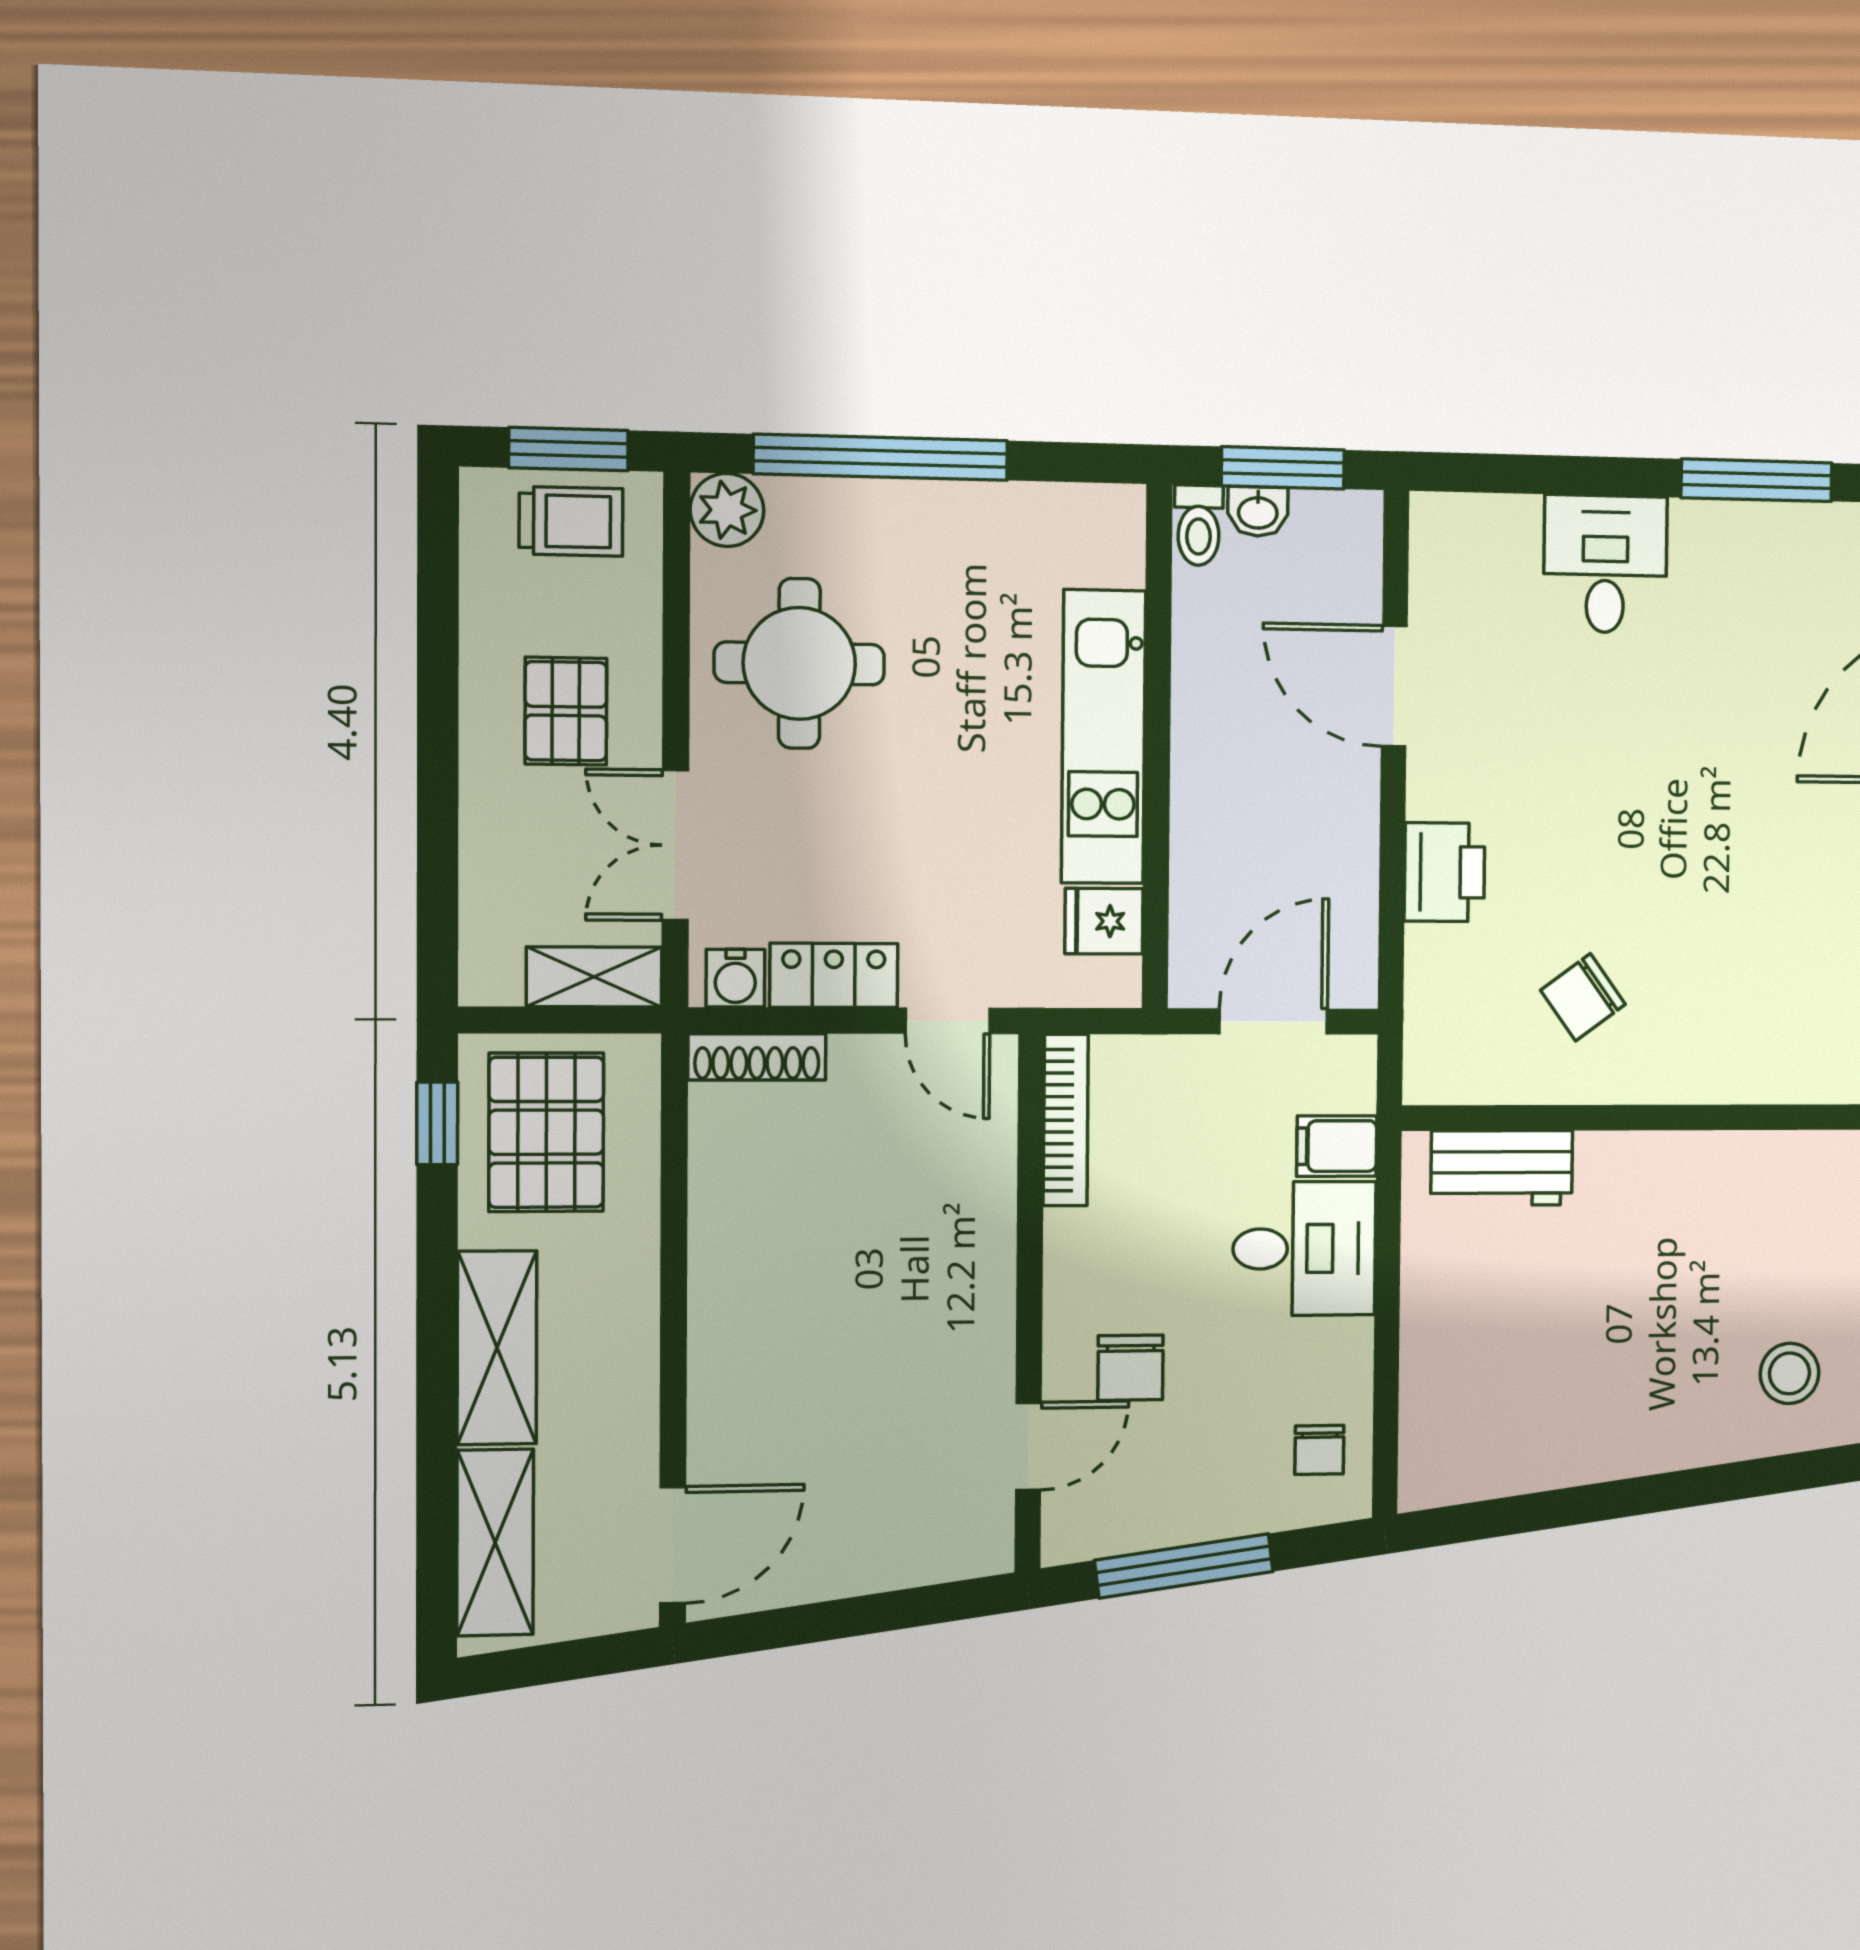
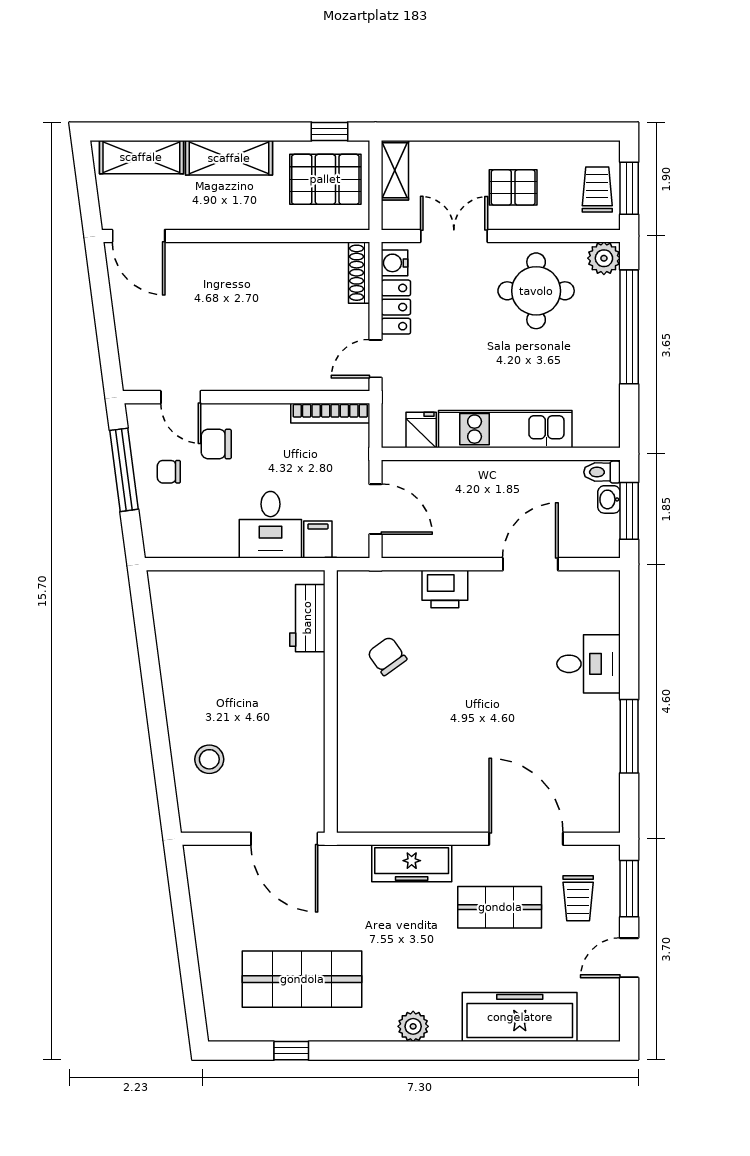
trolley: (571, 521) -> (597, 189), turned 180
shelving: (594, 977) -> (395, 170), moved
chair: (1319, 1450) -> (169, 472), moved

